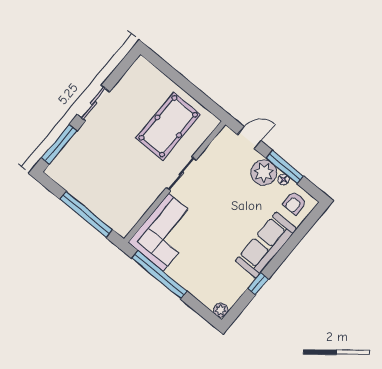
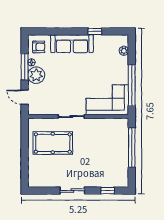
window: (59, 144) -> (108, 191), width x0.46
plant: (221, 310) -> (124, 51), moved

